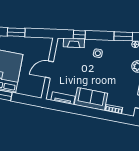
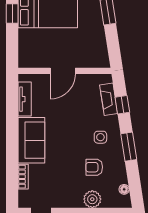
window: (123, 36) -> (129, 147), moved
armchair: (117, 61) -> (94, 167), added
door: (49, 70) -> (63, 71), swing flipped

